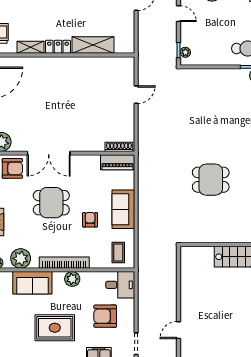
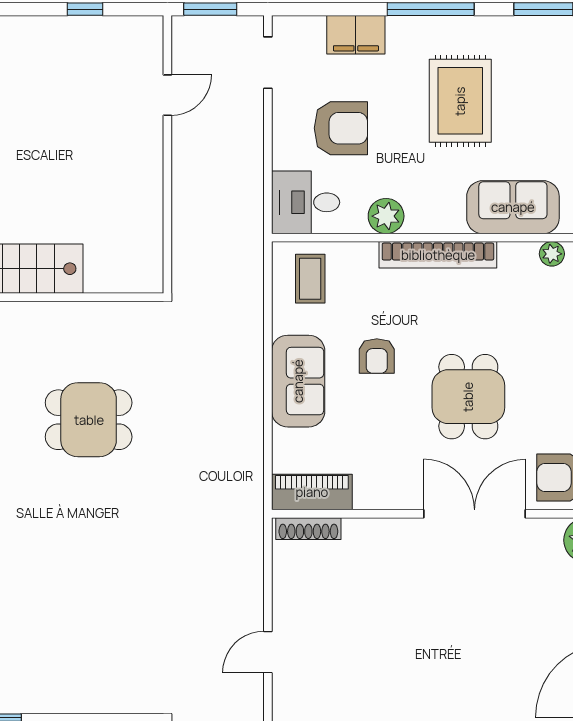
dining table: (211, 180) -> (89, 420), moved
dining table: (51, 203) -> (468, 397), turned 90
plant: (21, 258) -> (552, 254), width x0.53, depth x0.53
plant: (72, 279) -> (386, 216), moved
rug: (55, 328) -> (460, 101), turned 90

